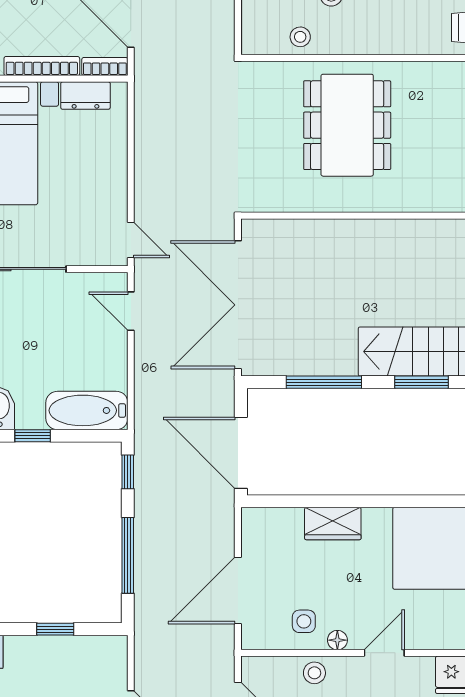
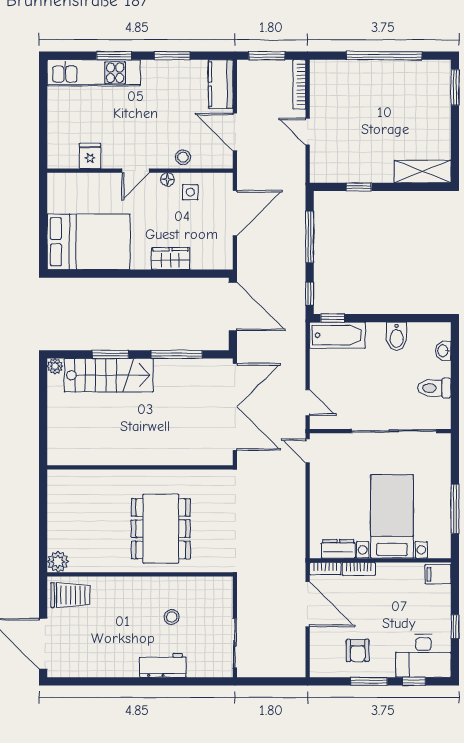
stool: (300, 37) -> (193, 589), removed
bookcase: (42, 66) -> (359, 569), width x0.64
window: (33, 436) -> (333, 318), moved

